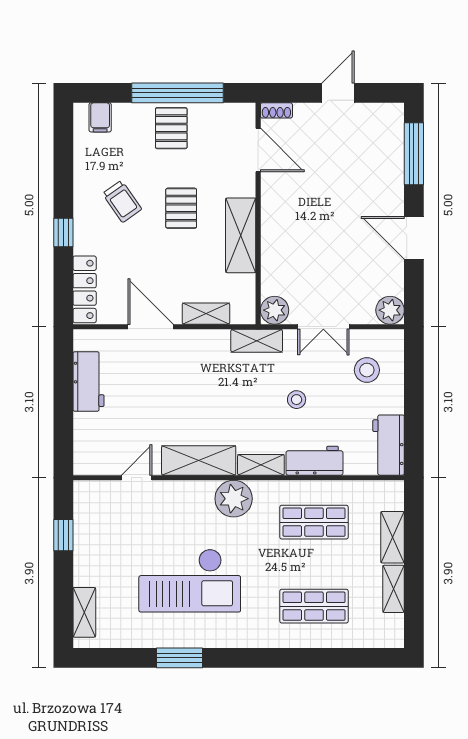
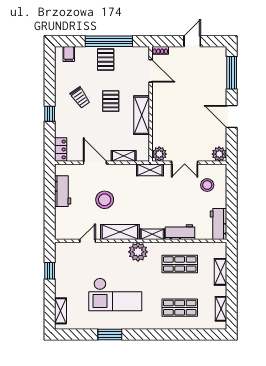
locker: (85, 289) -> (61, 149), width x0.66
stool: (297, 400) -> (105, 200), moved, width x1.89, depth x1.89
shelving: (393, 589) -> (221, 309), moved

